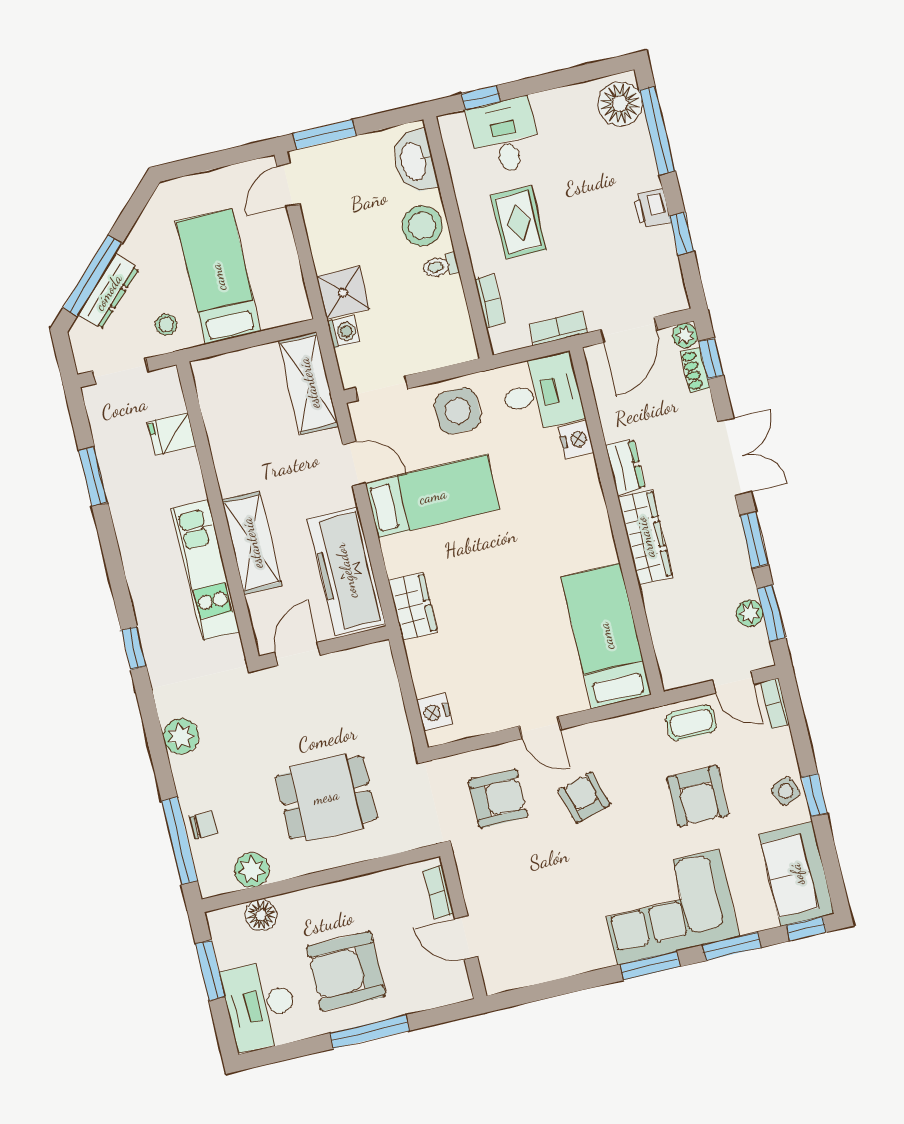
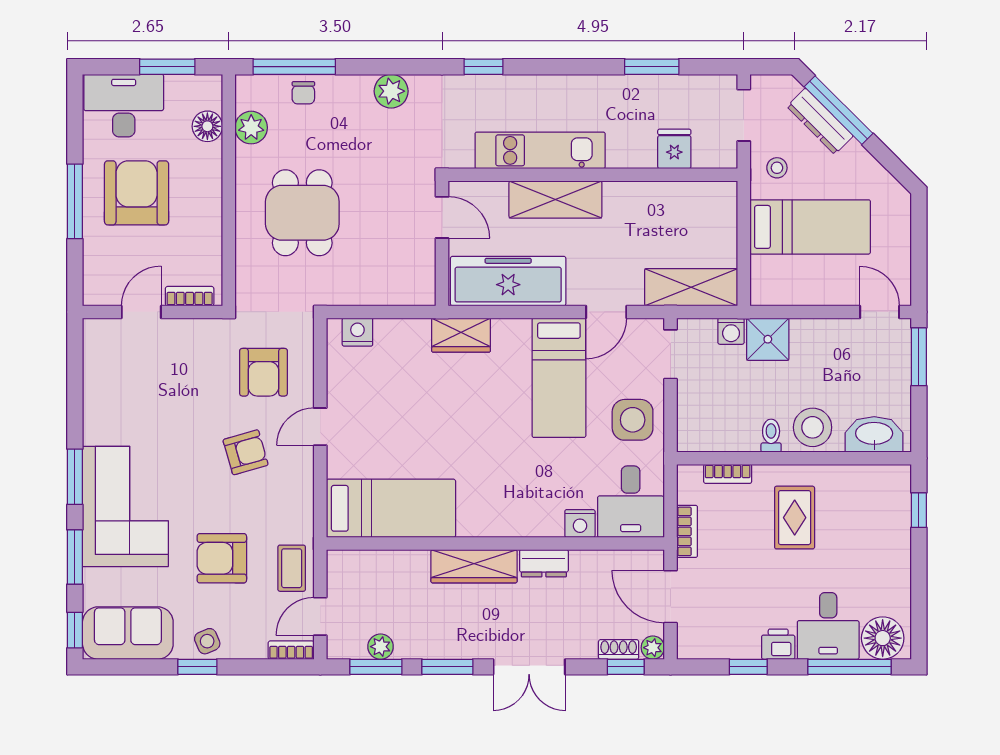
desk: (504, 136) -> (828, 626), moved, turned 90
rug: (518, 222) -> (795, 518), turned 90

